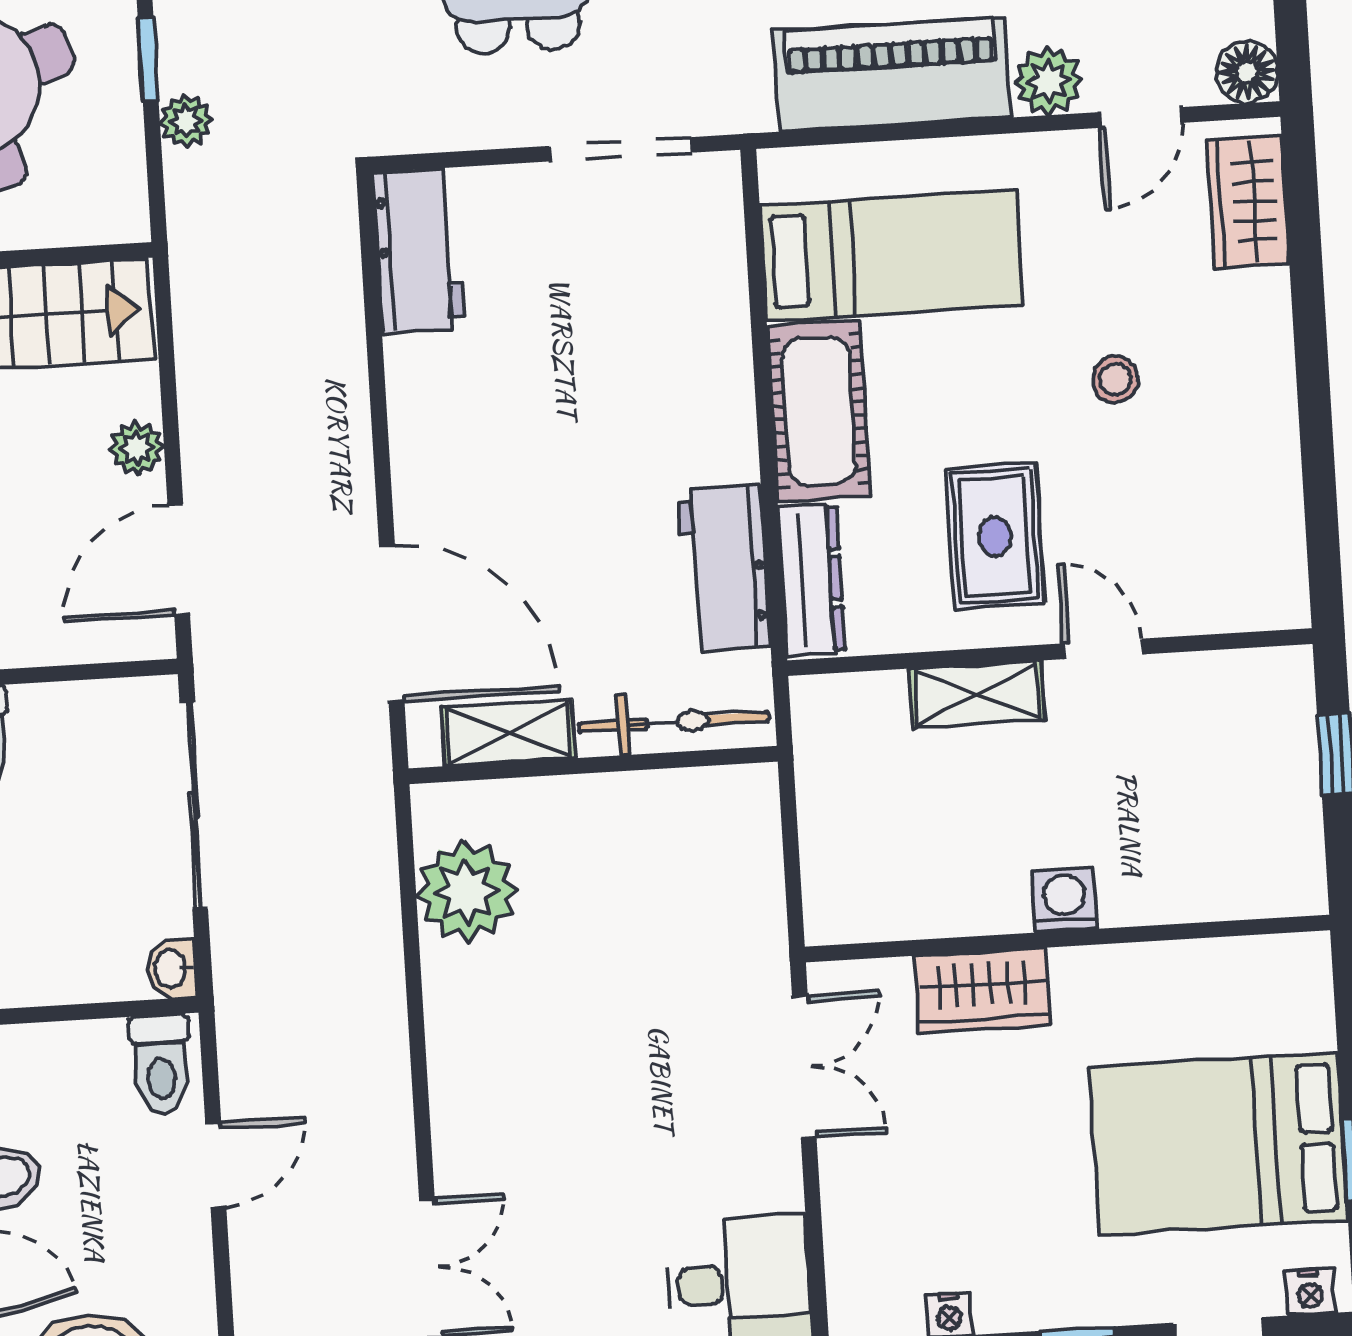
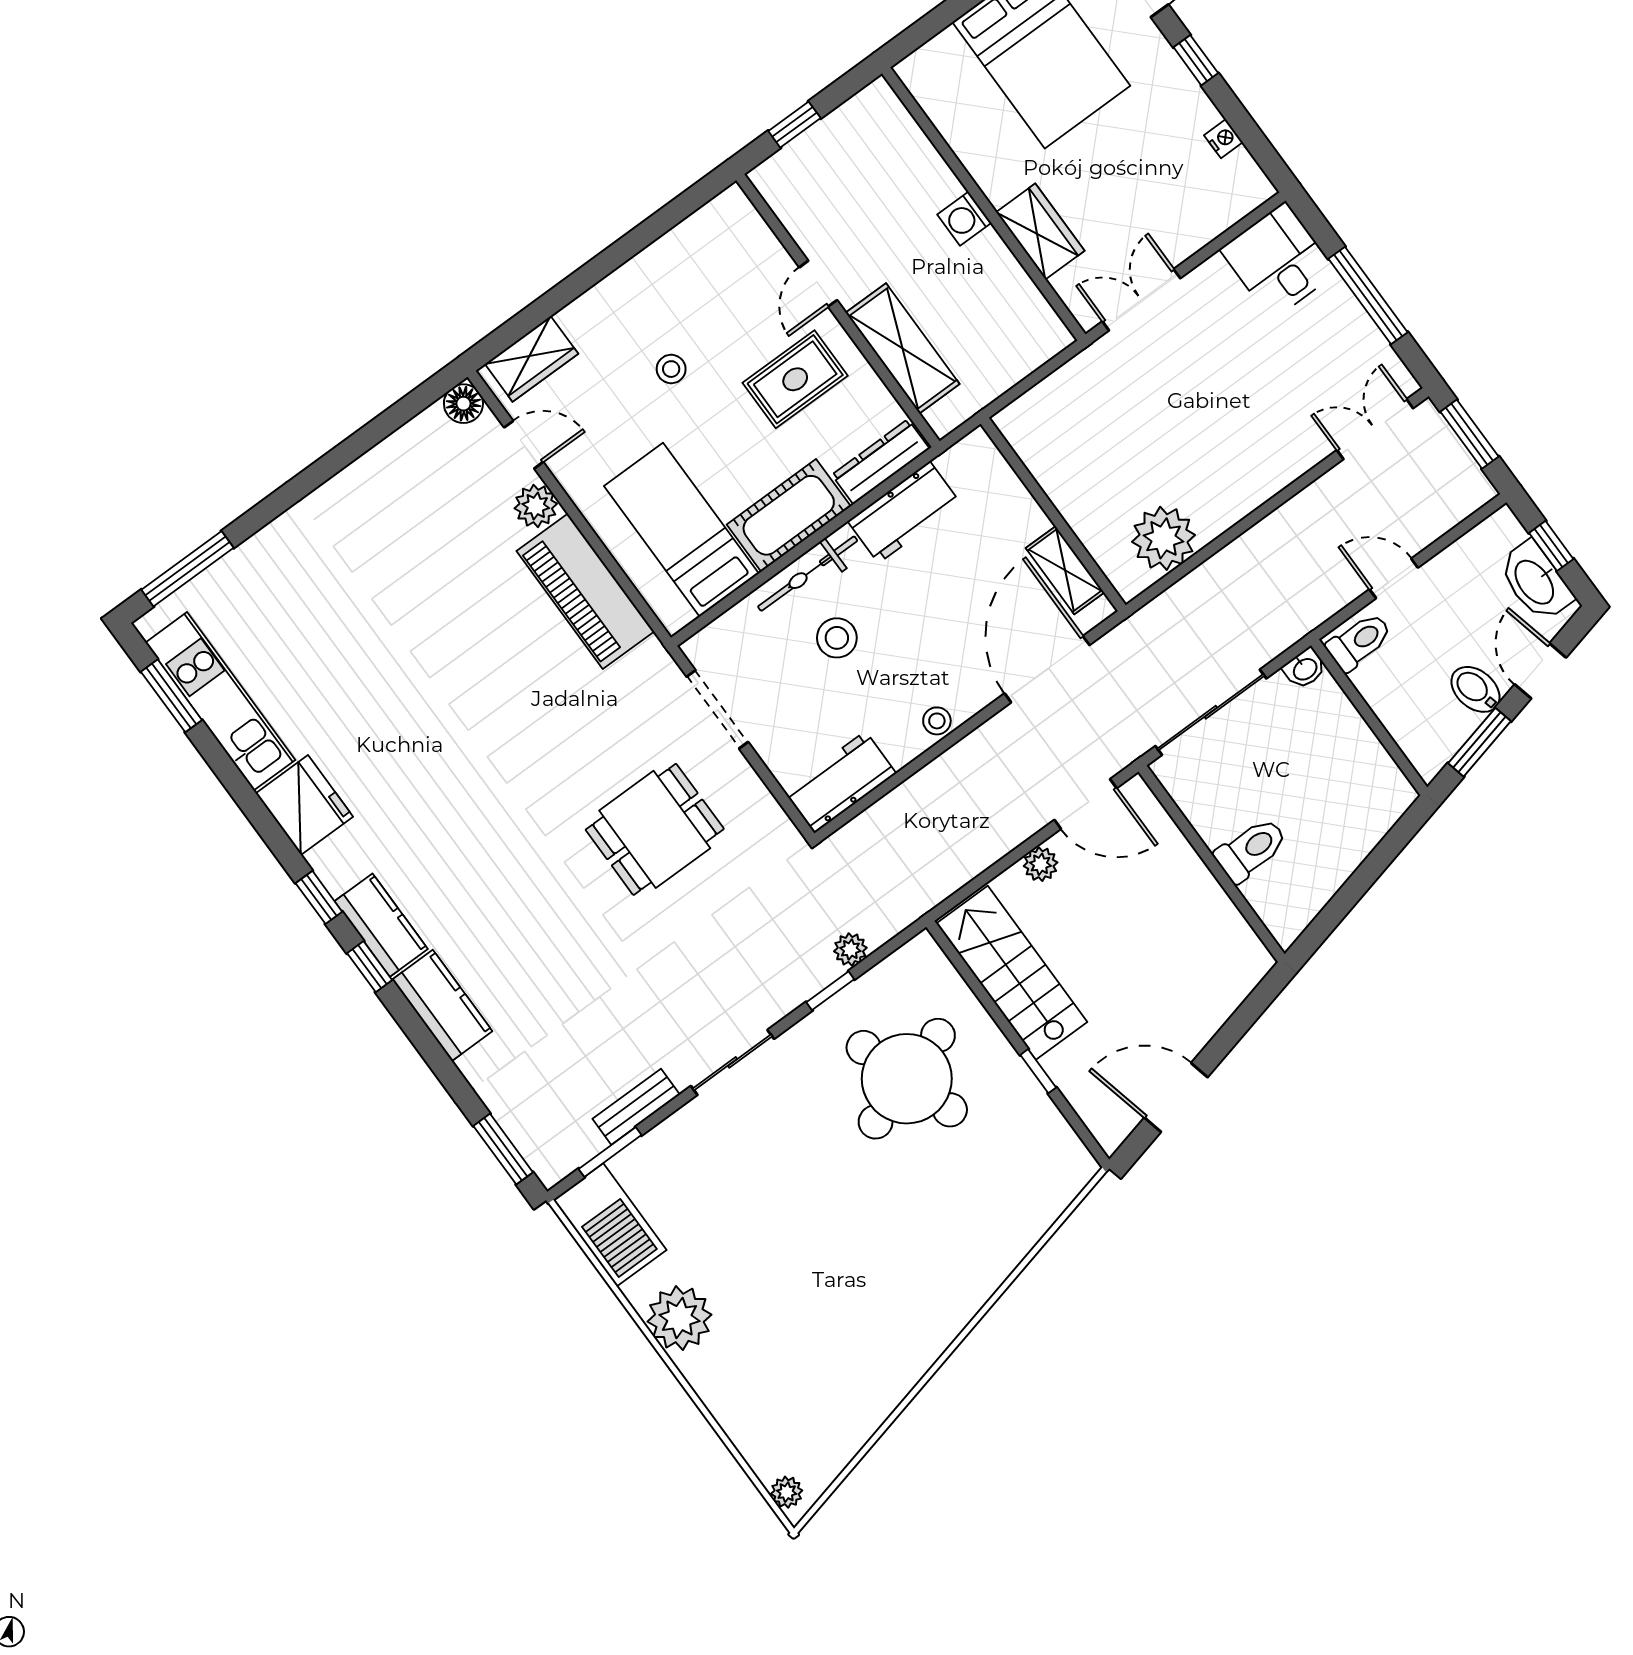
stool: (614, 370) -> (837, 638), added
stool: (417, 433) -> (937, 721), added
shelving: (977, 694) -> (903, 348), width x1.50, depth x1.33
bicycle: (674, 722) -> (808, 574), moved, turned -90

